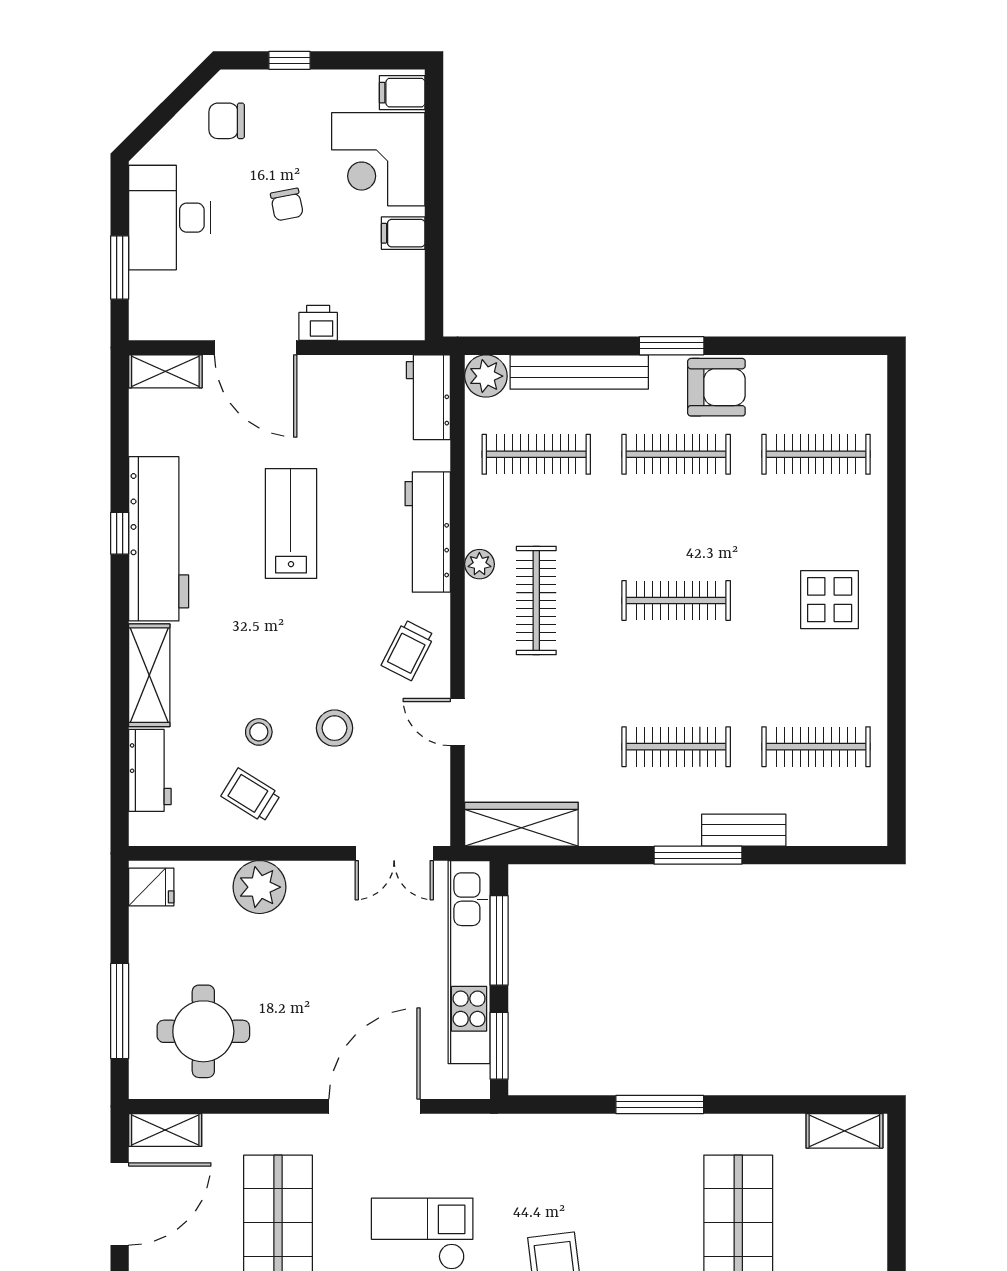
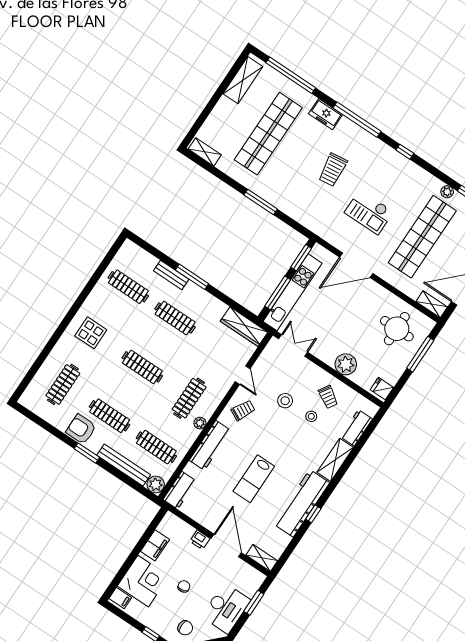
filing cabinet: (403, 233) -> (155, 545), width x2.00
clothes rail: (816, 454) -> (63, 384), turned 90

